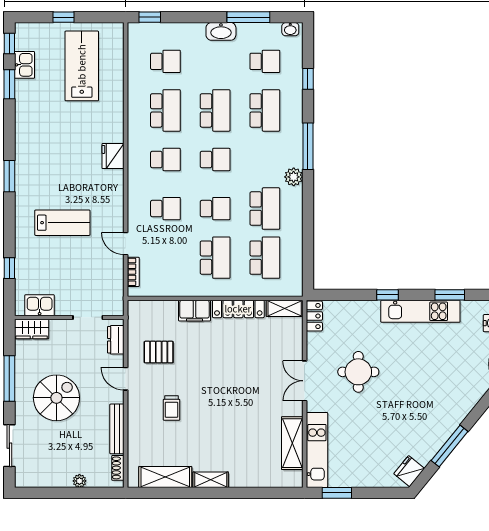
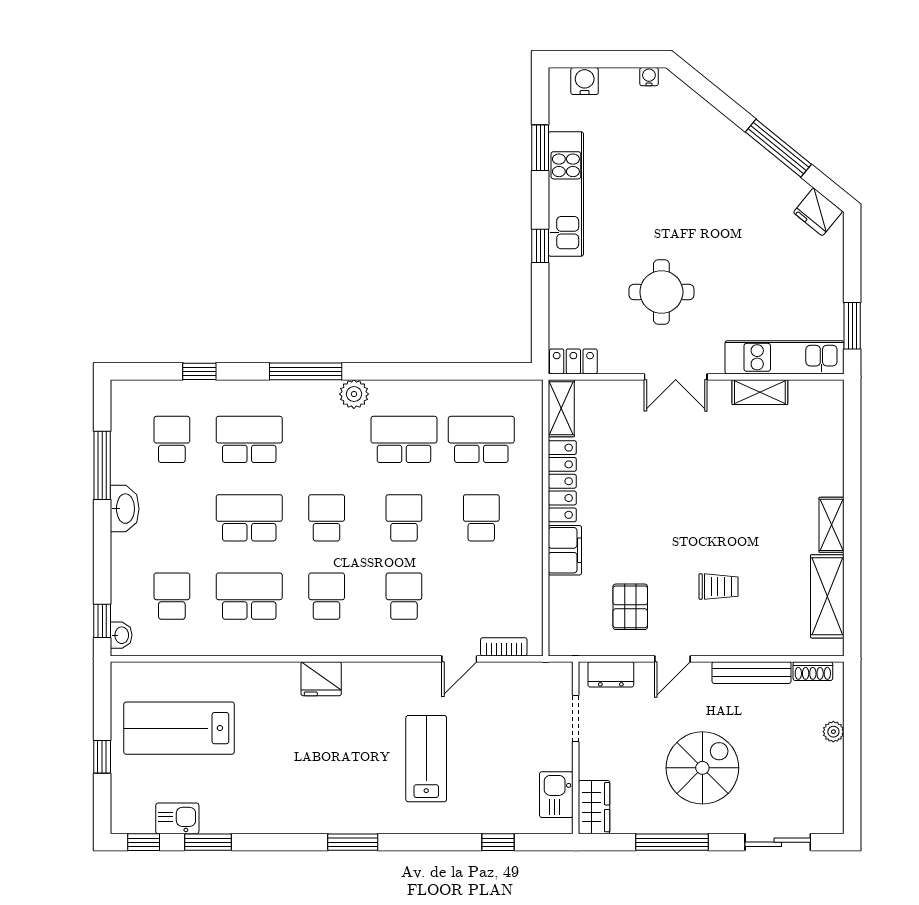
washbasin: (290, 29) -> (121, 635), moved
school desk: (215, 258) -> (481, 518), width x0.54
spiral stairs: (56, 398) -> (702, 768), turned 90
shelving: (292, 443) -> (760, 392), width x0.67, depth x0.75

